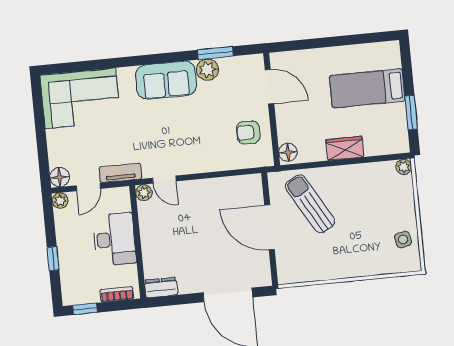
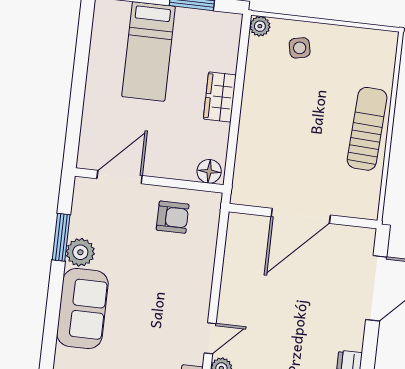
armchair: (248, 132) -> (173, 217), turned -90
sun lounger: (310, 204) -> (367, 129), moved, turned 123
side table: (403, 240) -> (300, 48), moved

